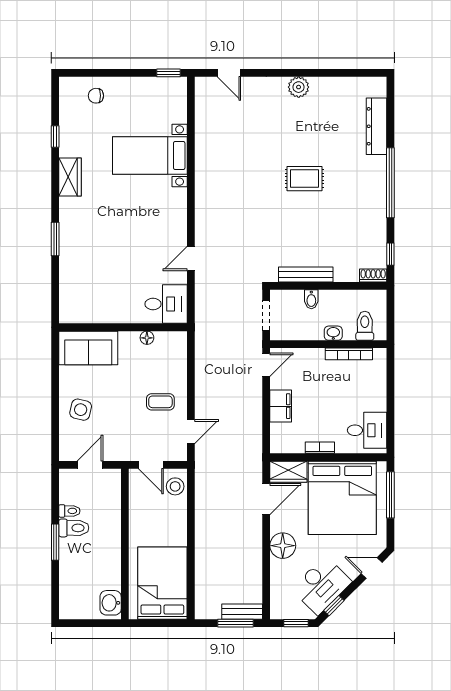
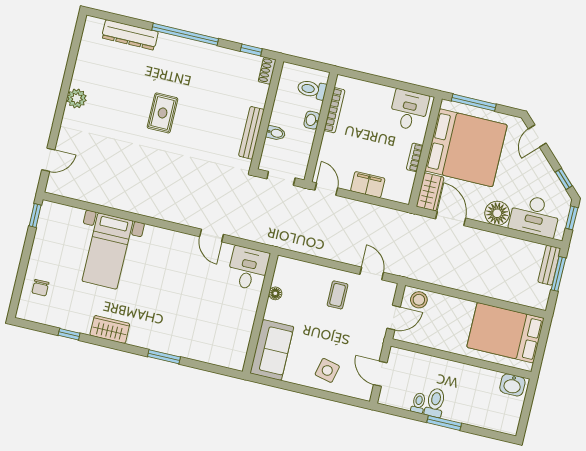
desk: (321, 585) -> (535, 216), moved, turned 135

